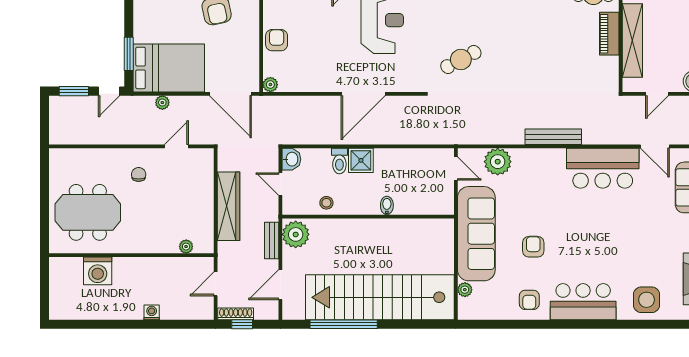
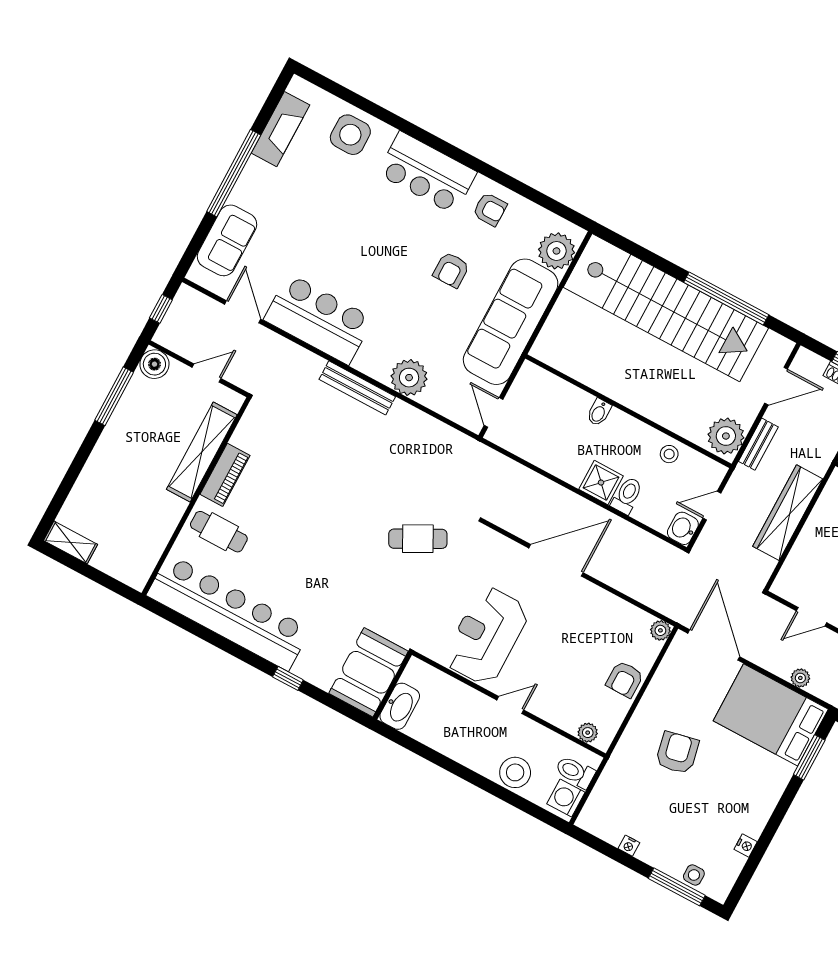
plant: (498, 162) -> (409, 378), moved
door: (280, 184) -> (712, 506), swing flipped
plant: (465, 290) -> (556, 251), width x1.88, depth x1.88
armchair: (529, 300) -> (490, 209), turned 90

